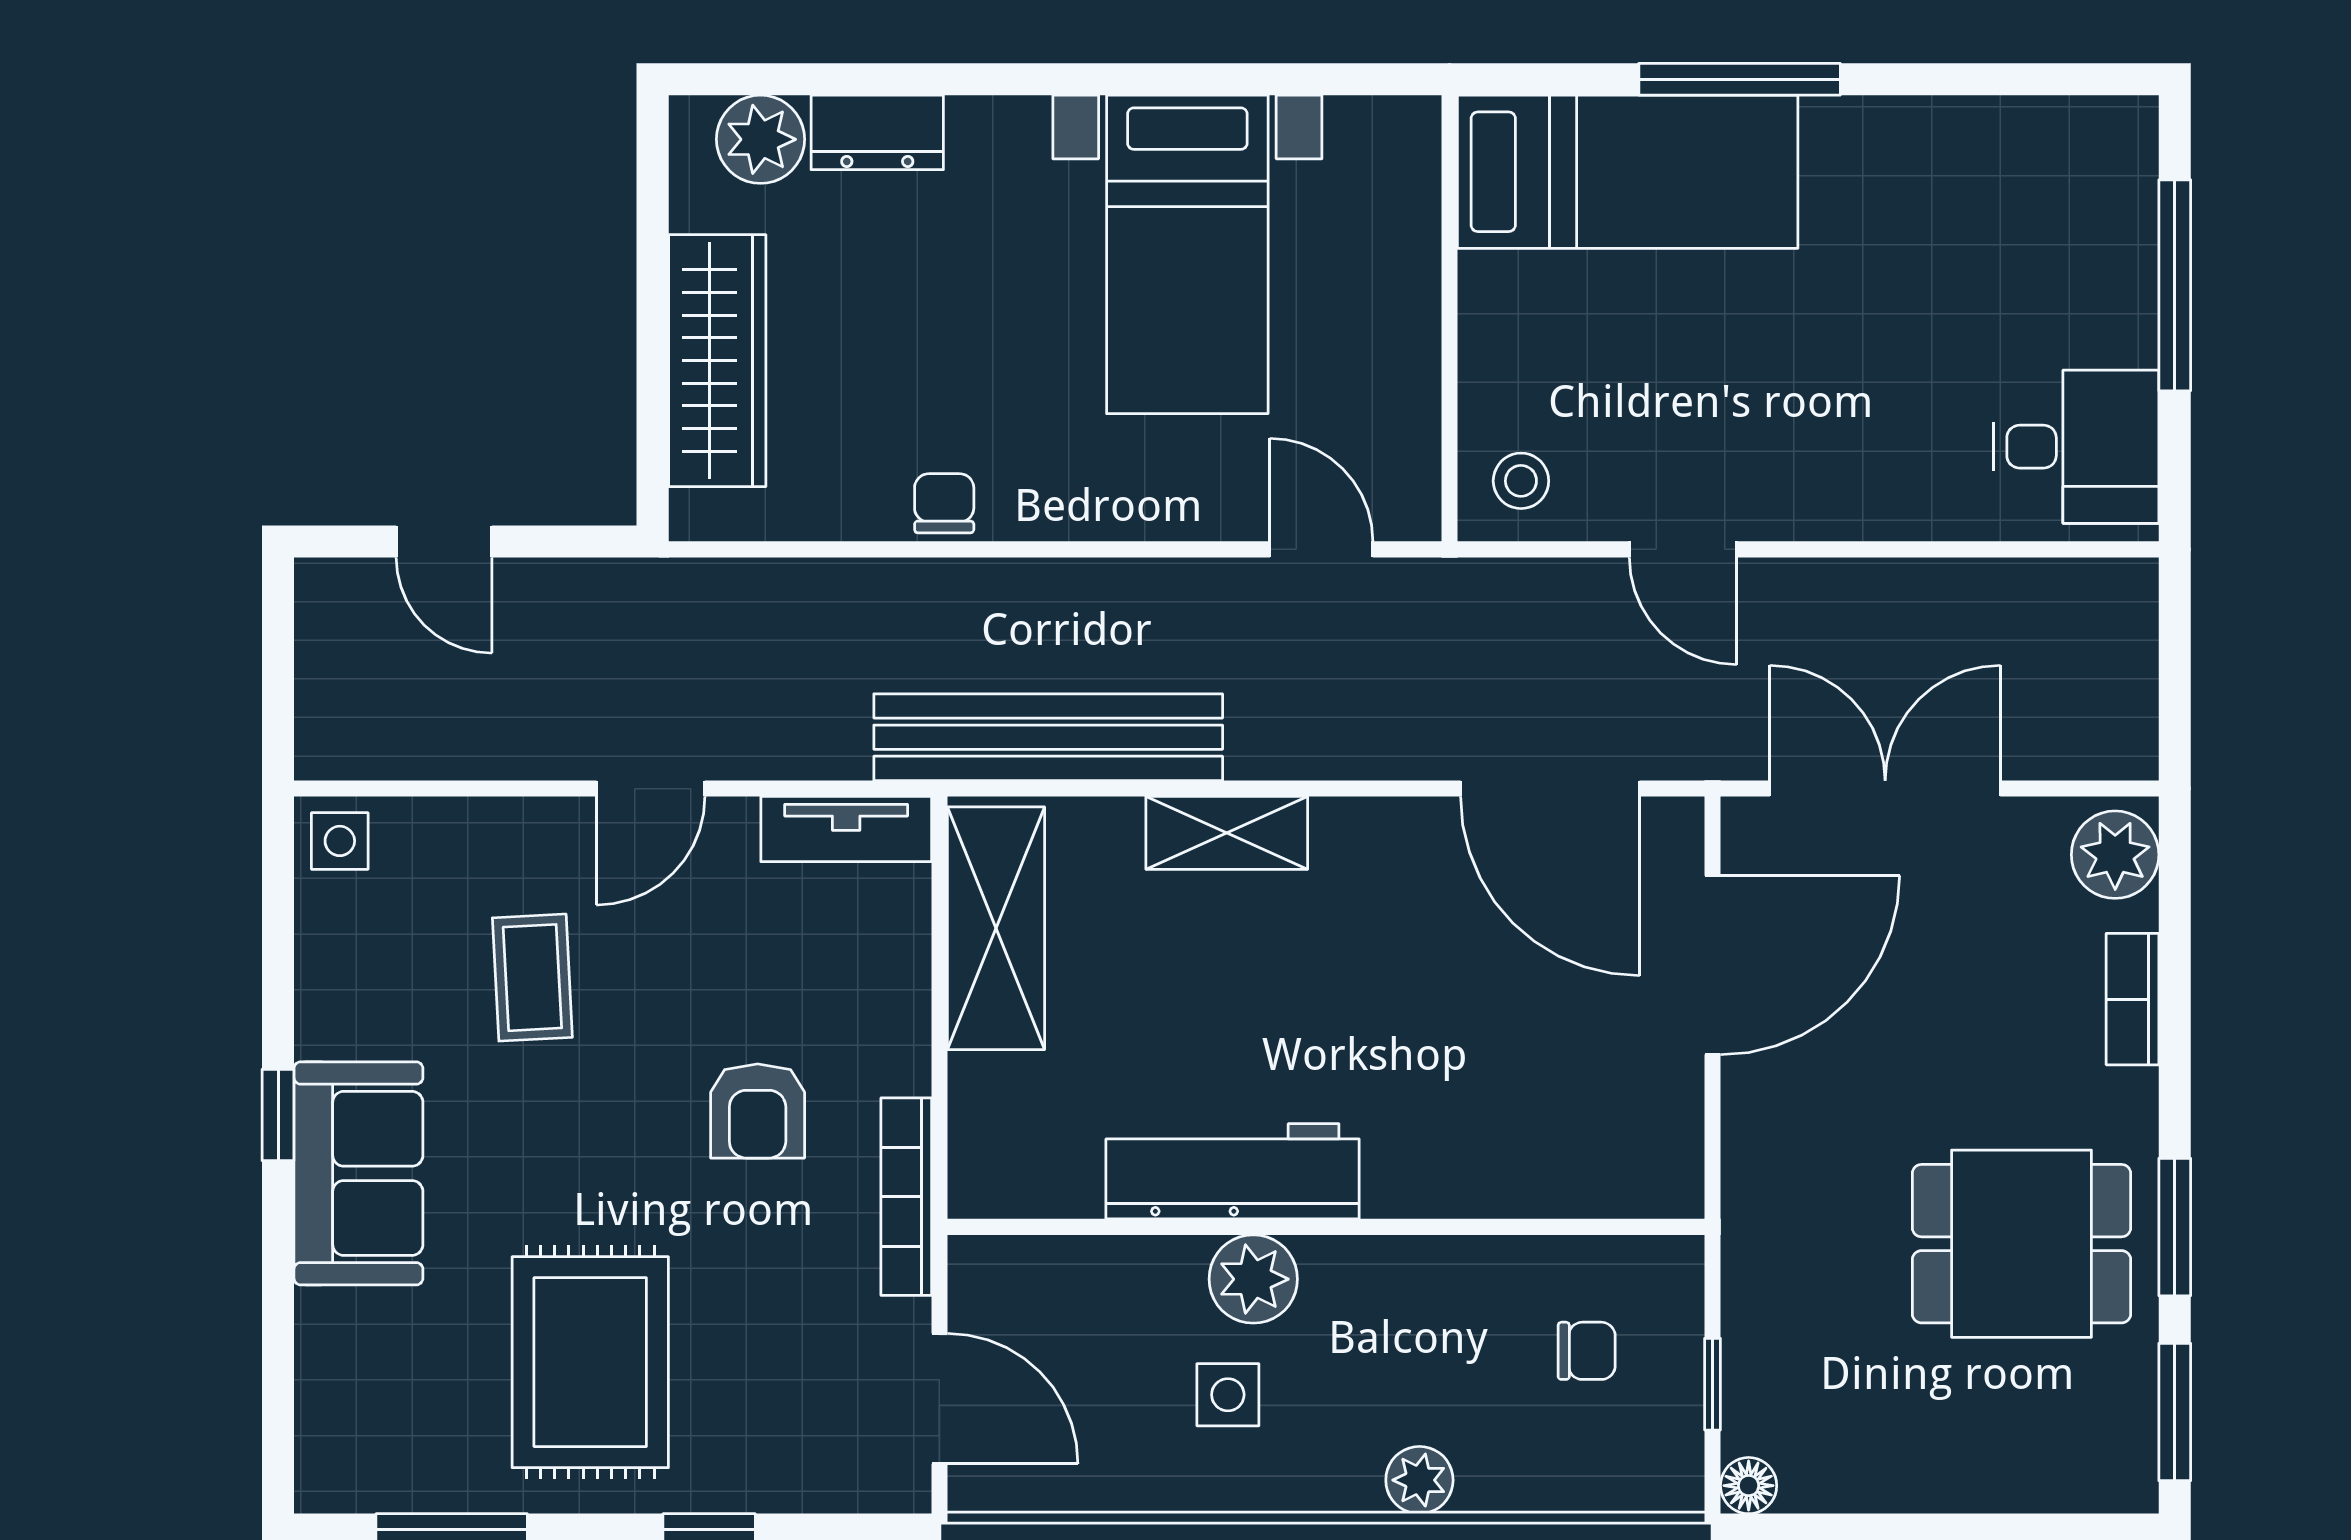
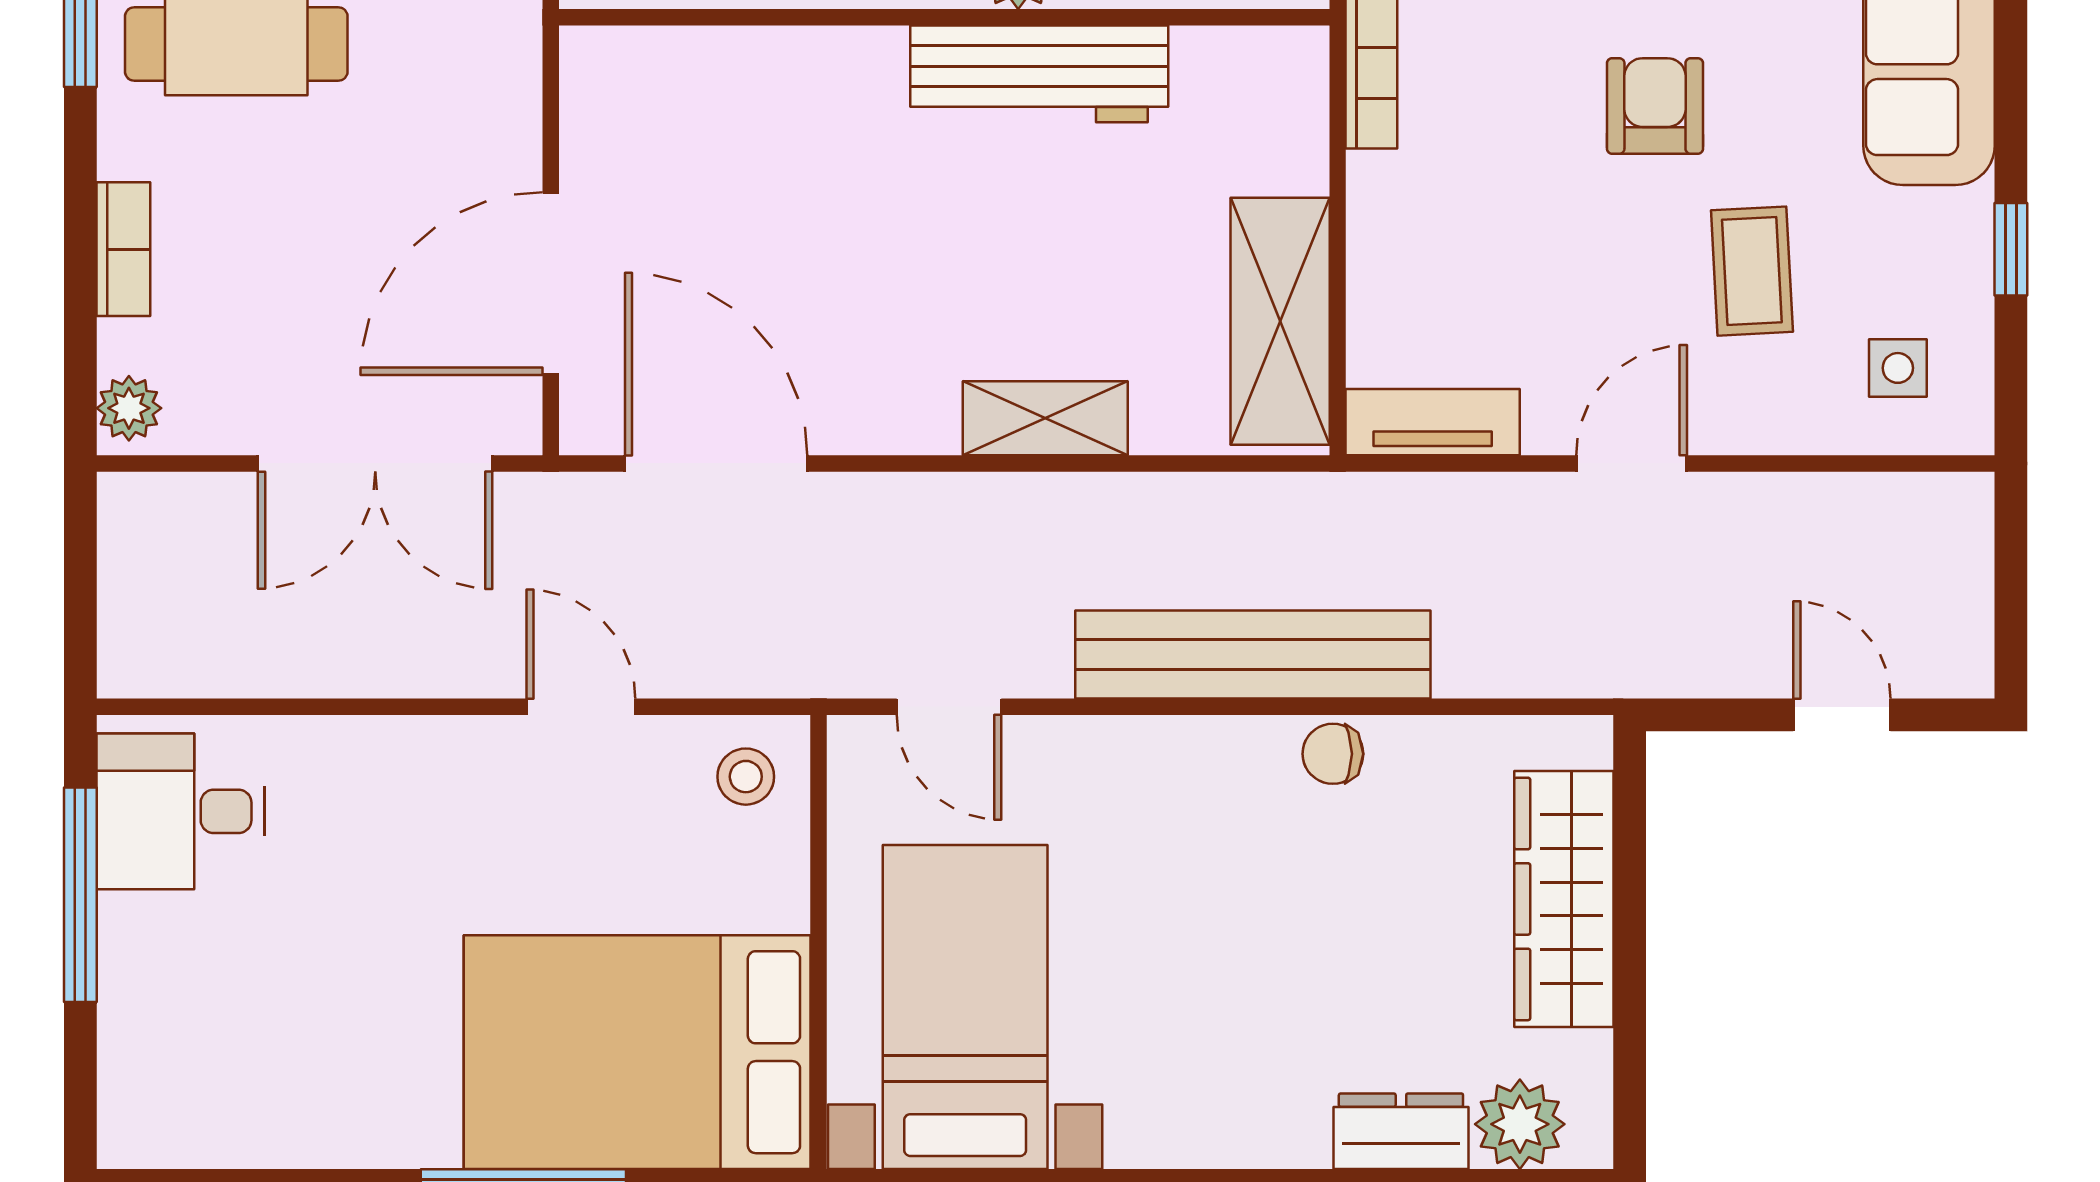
bed: (1628, 172) -> (637, 1052), width x1.50
bed with nightstands: (1187, 254) -> (965, 1007), moved
window: (2175, 285) -> (80, 895), moved
chair: (944, 503) -> (1333, 754), turned 90
bench: (1048, 737) -> (1253, 655), moved
side table: (340, 841) -> (1898, 368), moved
plant: (2115, 855) -> (129, 408), width x0.73, depth x0.73
armchair: (758, 1111) -> (1655, 106), moved
window: (278, 1115) -> (2011, 249), moved

